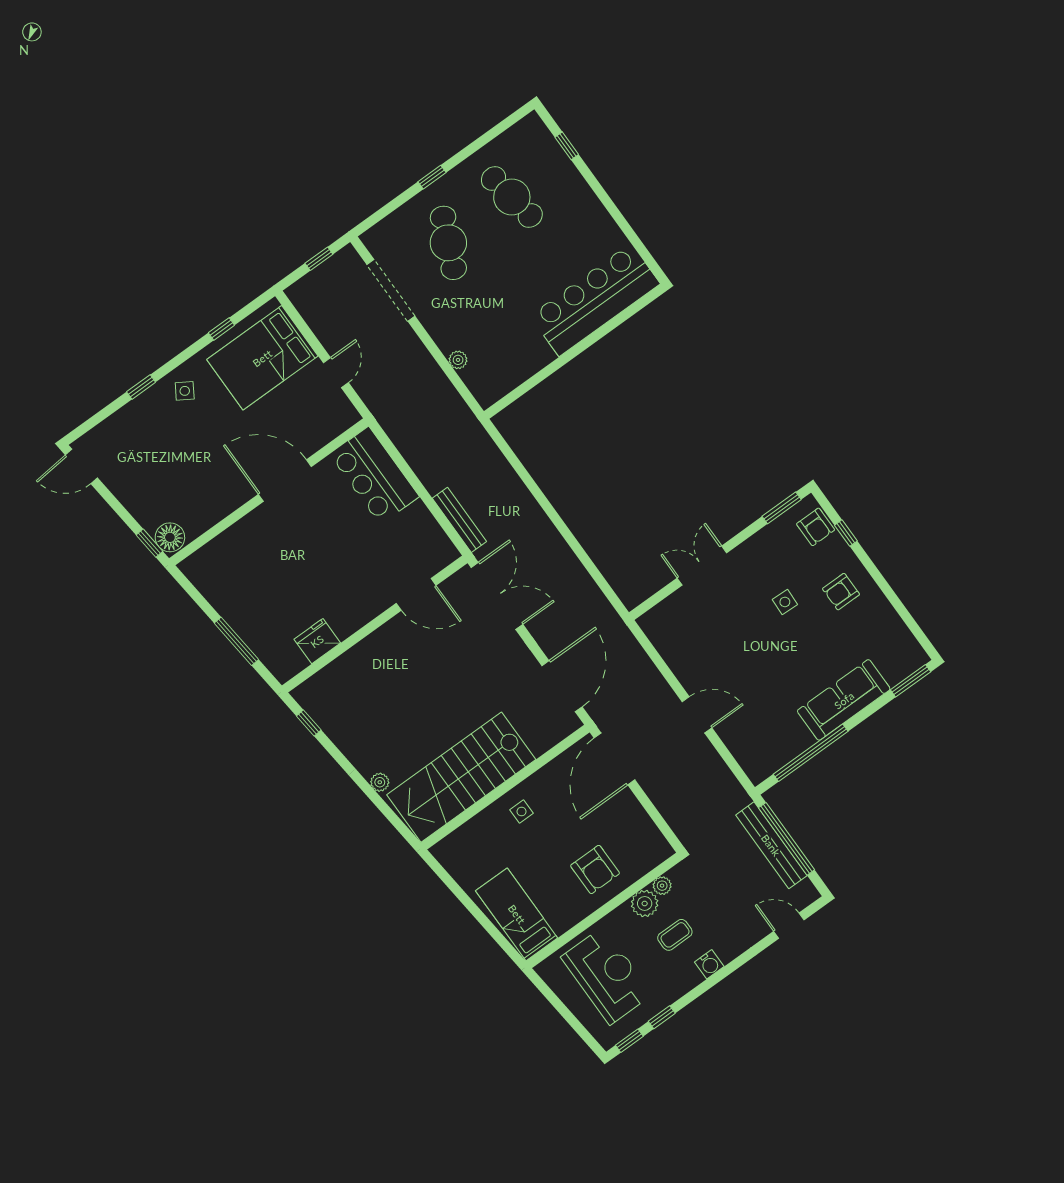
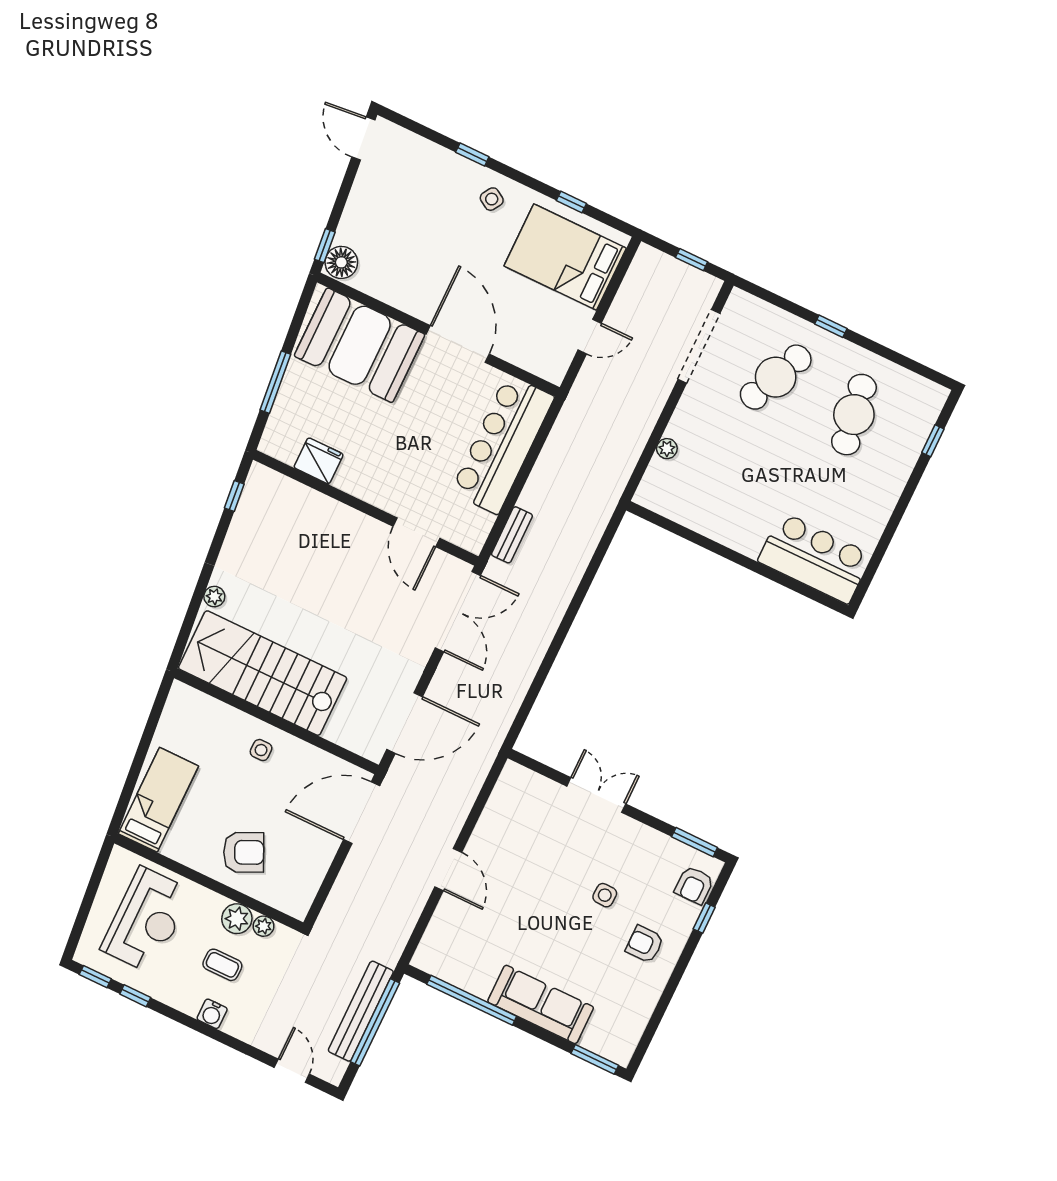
bar counter: (595, 300) -> (815, 558), width x0.73
bar counter: (374, 475) -> (502, 444), width x1.36
bench: (459, 520) -> (512, 535), width x0.73
booth: (243, 559) -> (360, 345), added
armchair: (595, 869) -> (244, 852), turned -115

